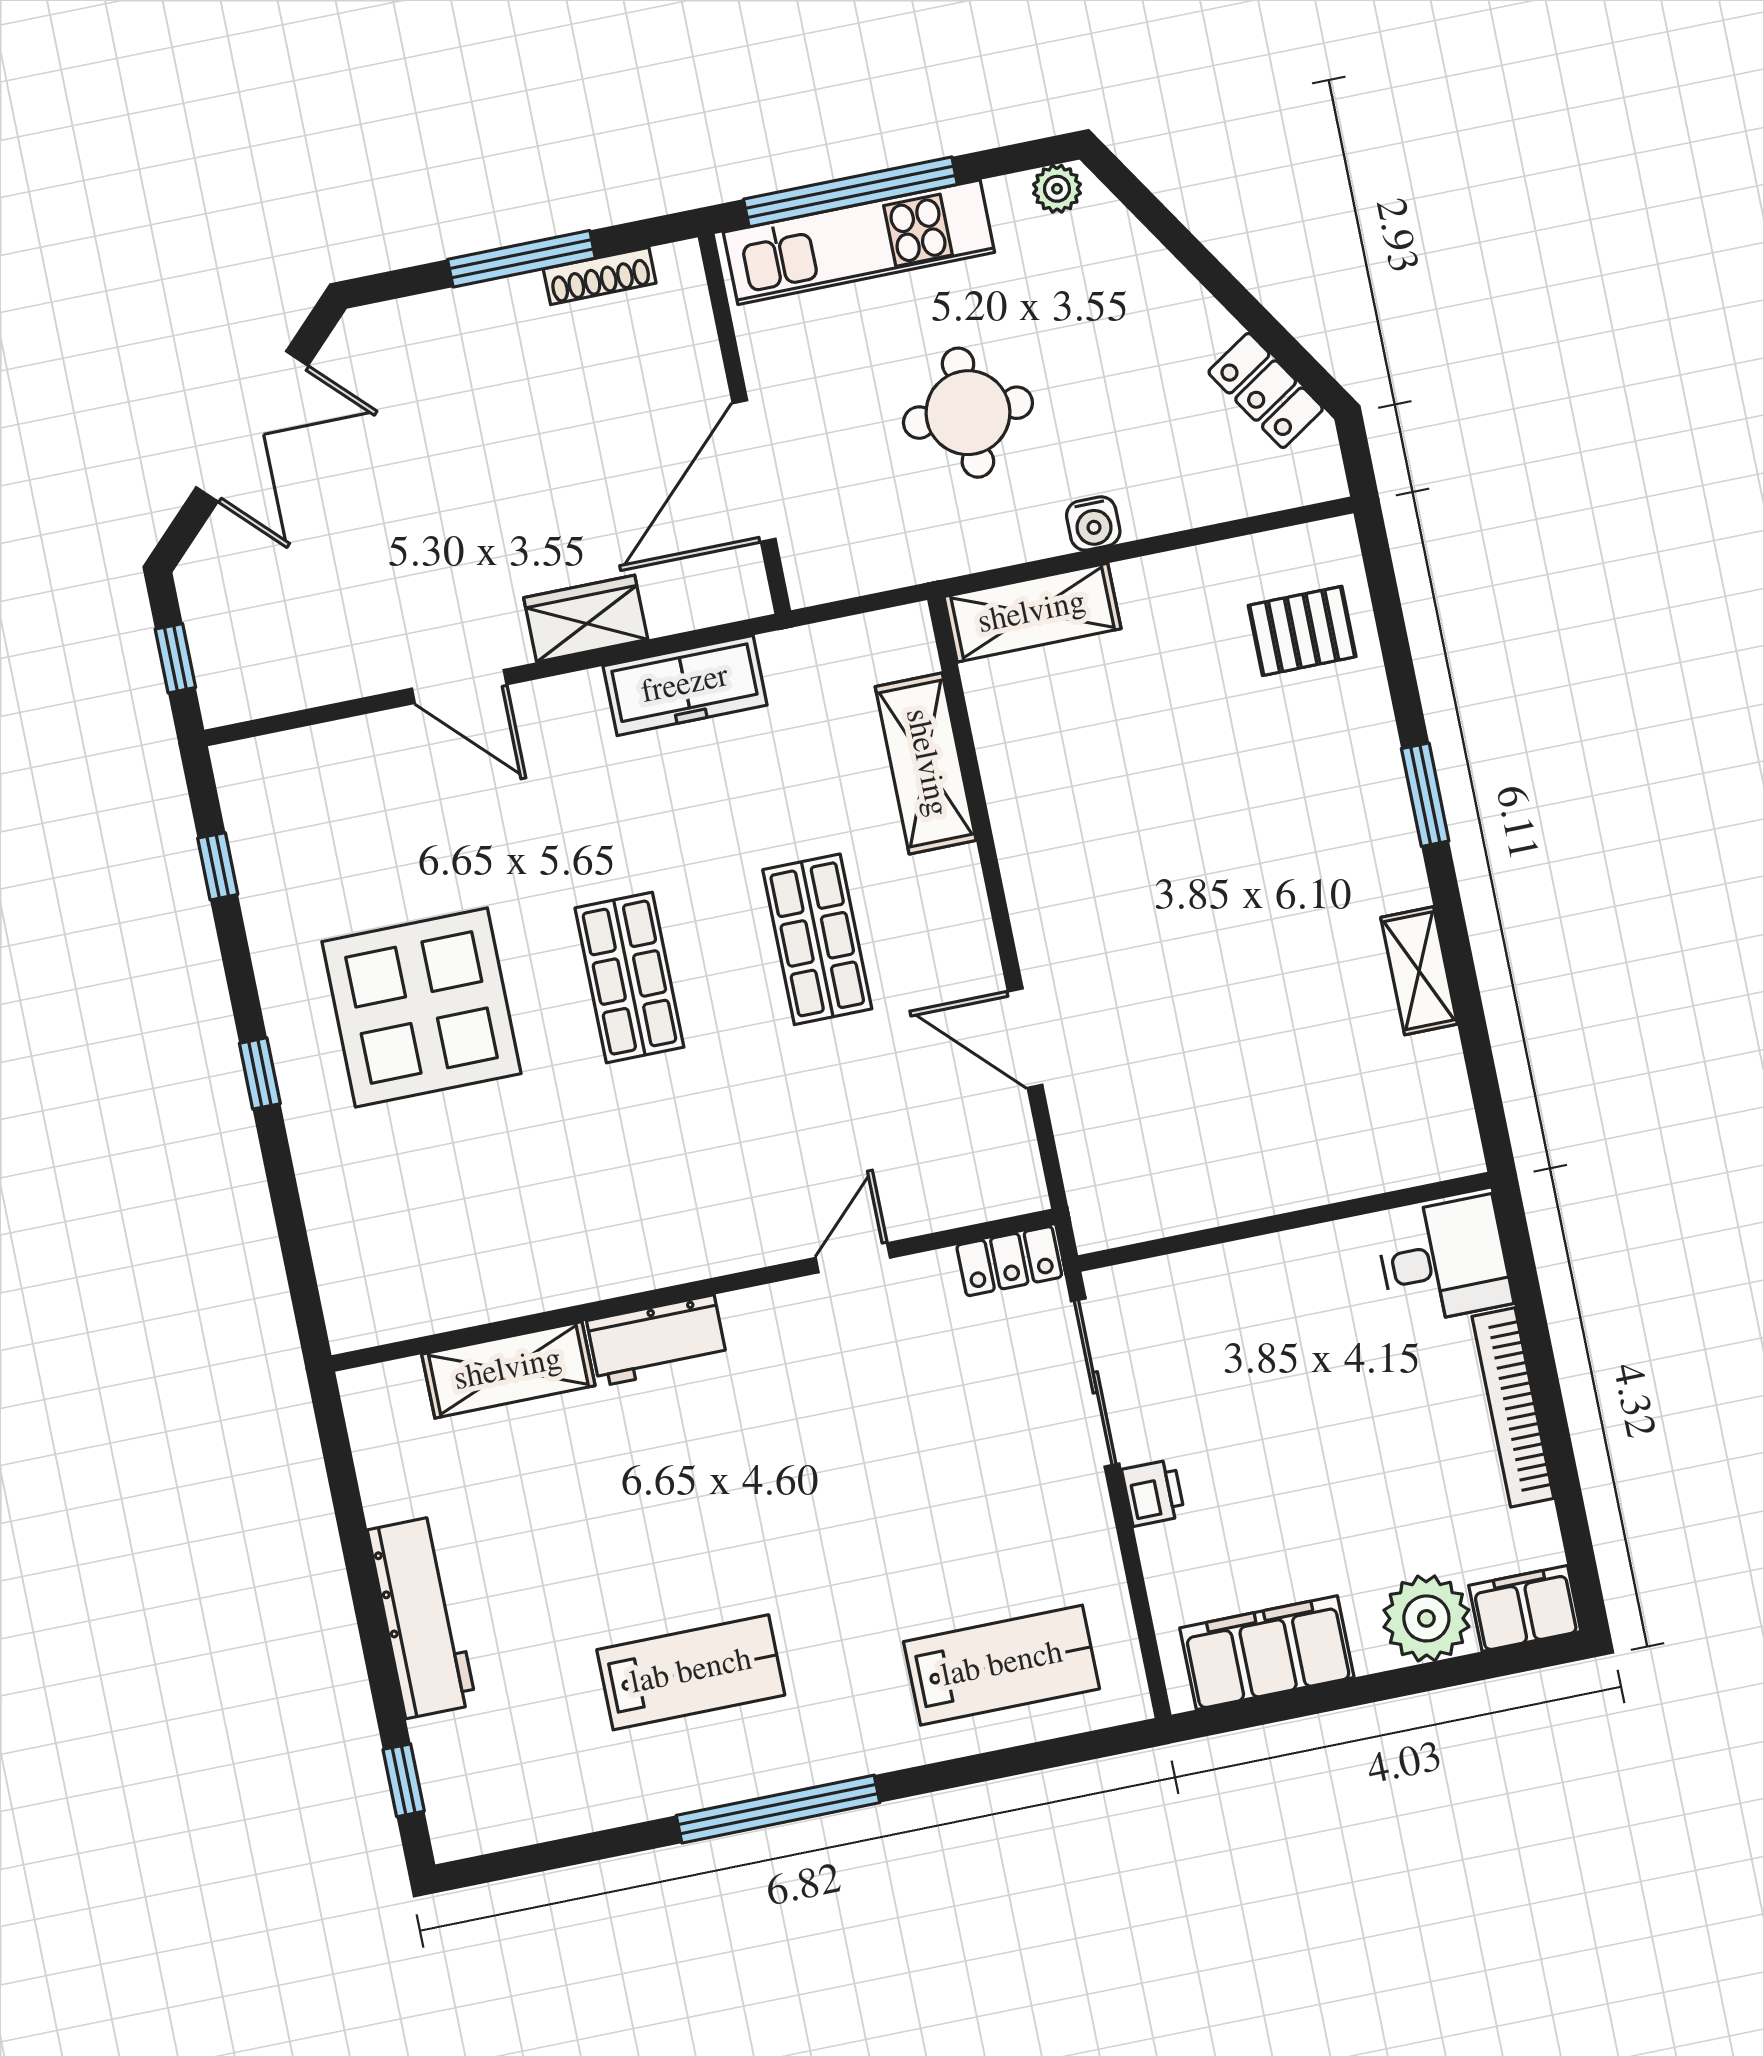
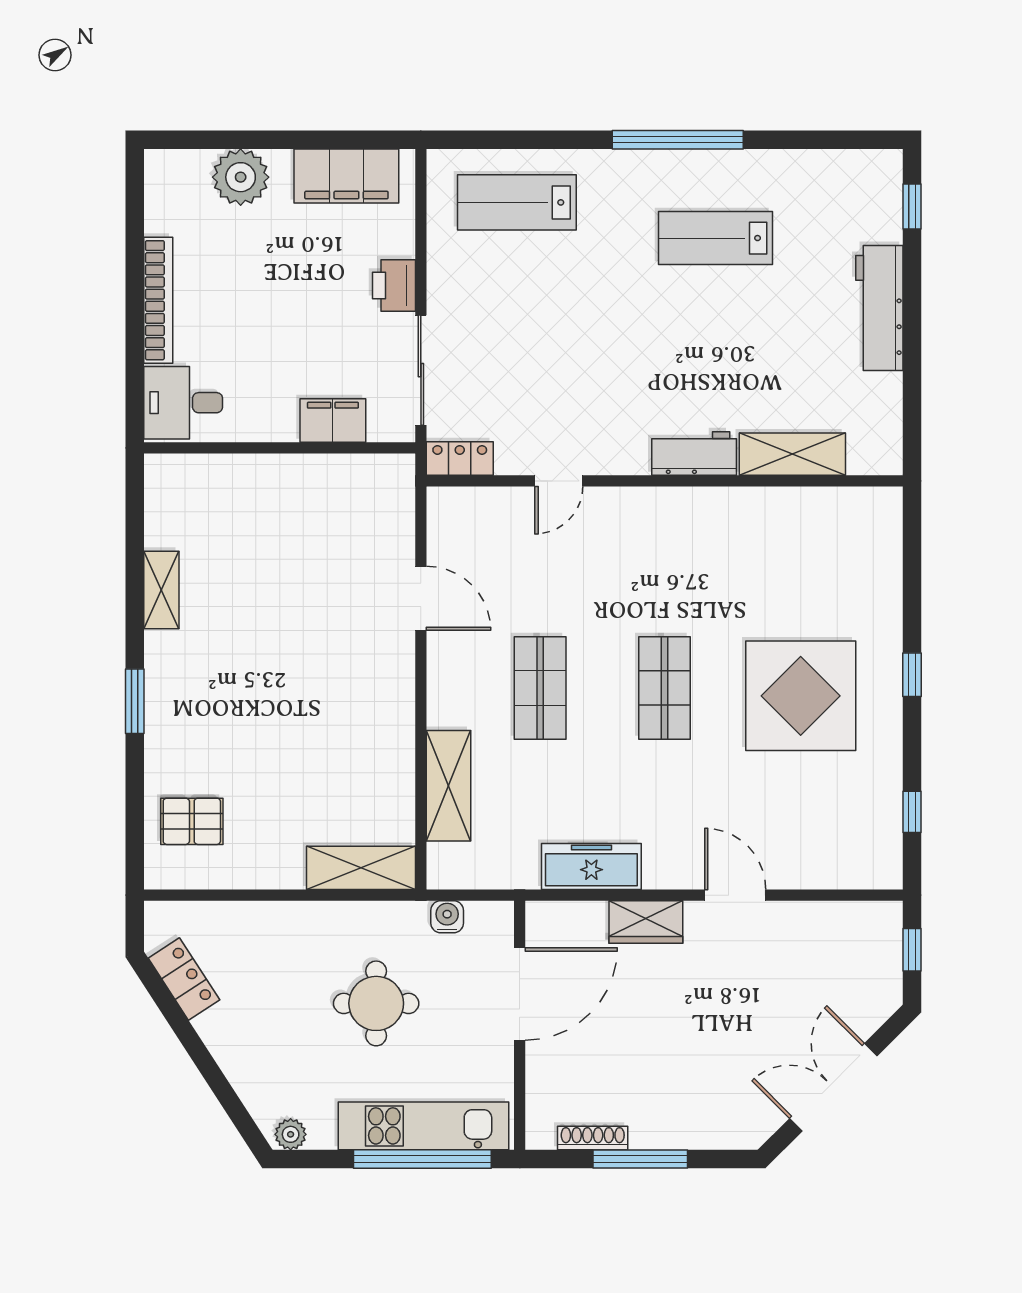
water cooler: (1093, 523) -> (447, 917), moved
printer: (1153, 1493) -> (394, 286), width x1.36, depth x1.24
filing cabinet: (1525, 1608) -> (333, 420), moved, turned 180

